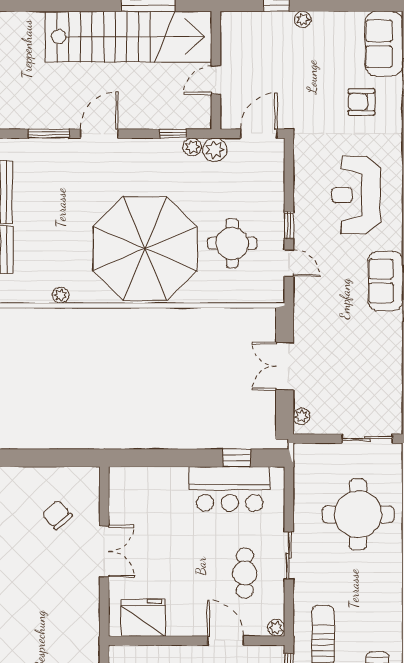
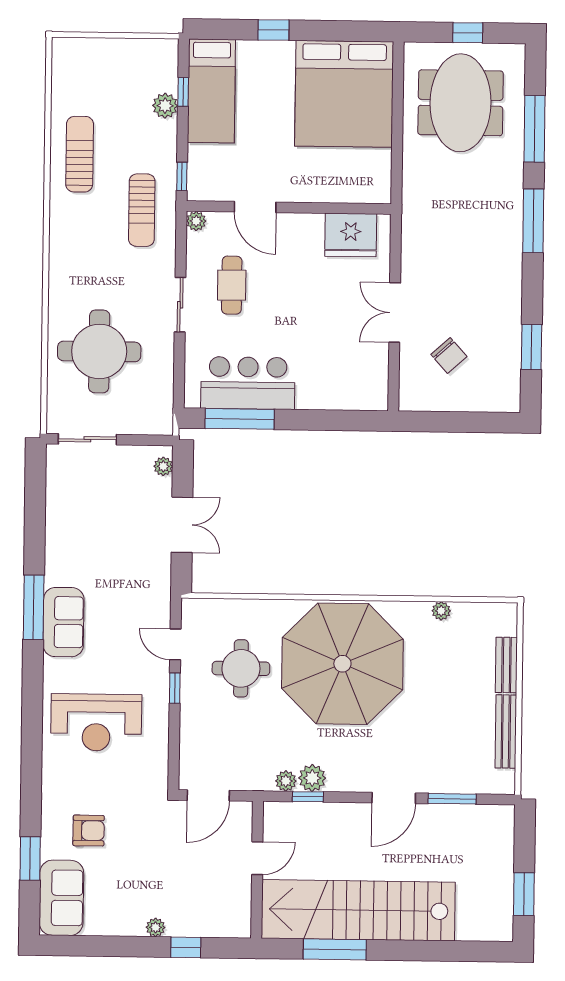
plant: (215, 150) -> (312, 778), moved
reception desk: (356, 195) -> (96, 722), turned 90
window: (236, 458) -> (240, 419), width x2.17

